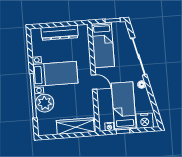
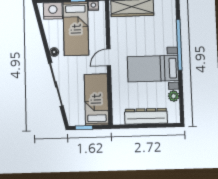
door: (94, 82) -> (109, 57), hinge flipped
plant: (45, 103) -> (174, 96), moved, width x0.53, depth x0.53

